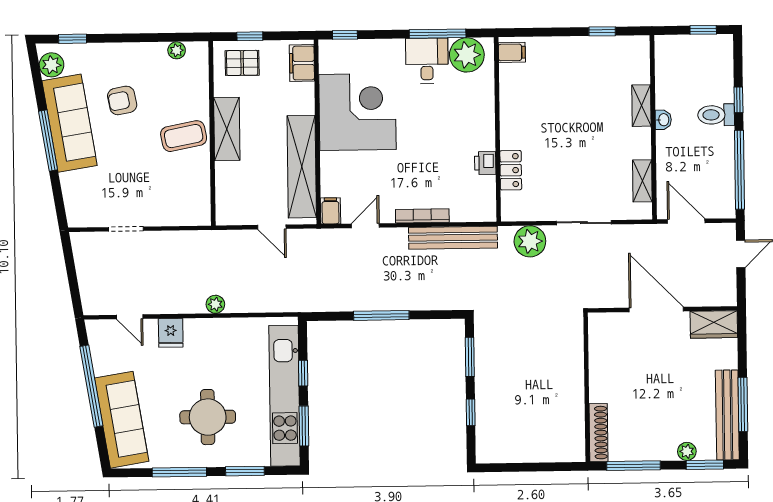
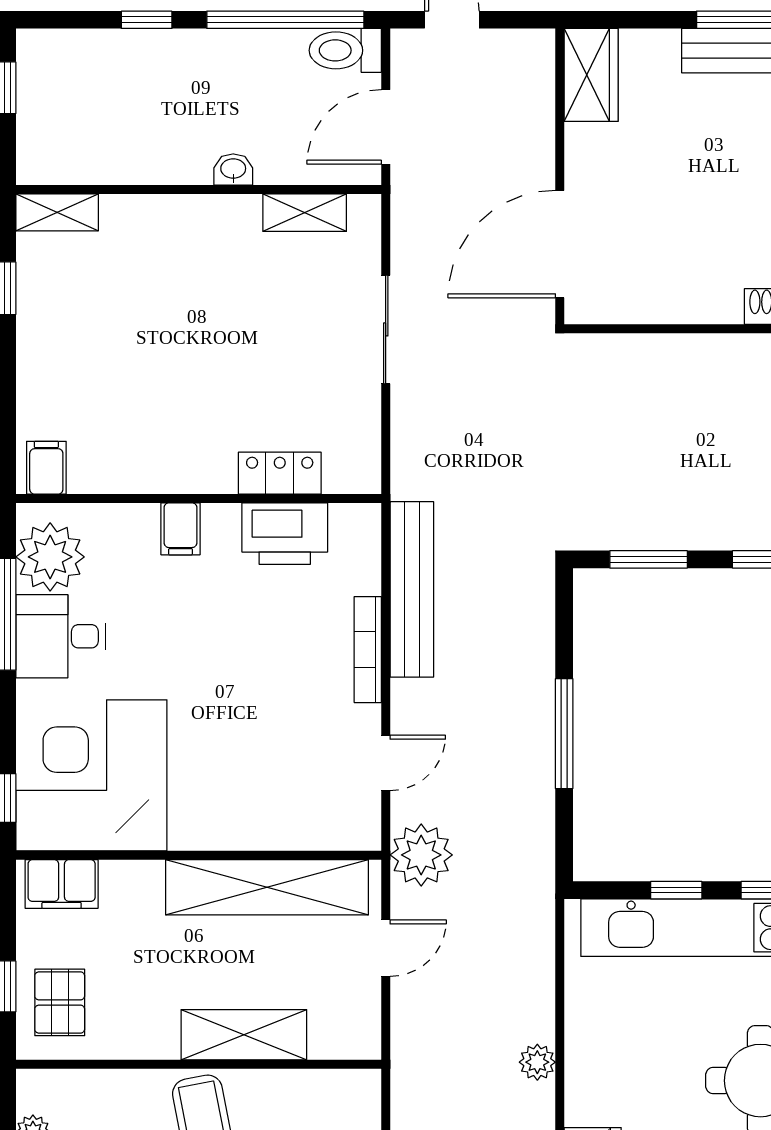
shelving: (641, 106) -> (57, 212), moved
corner desk: (357, 112) -> (91, 775), moved
toilet: (716, 115) -> (345, 50), moved, turned 90
washbasin: (663, 120) -> (233, 169), moved
shelving: (227, 129) -> (244, 1035), moved
printer: (485, 163) -> (285, 534), width x1.87, depth x1.48
filing cabinet: (331, 211) -> (180, 529), moved, turned -90
door: (365, 226) -> (386, 763), swing flipped
plant: (530, 241) -> (421, 855), moved
door: (656, 309) -> (560, 244), moved

